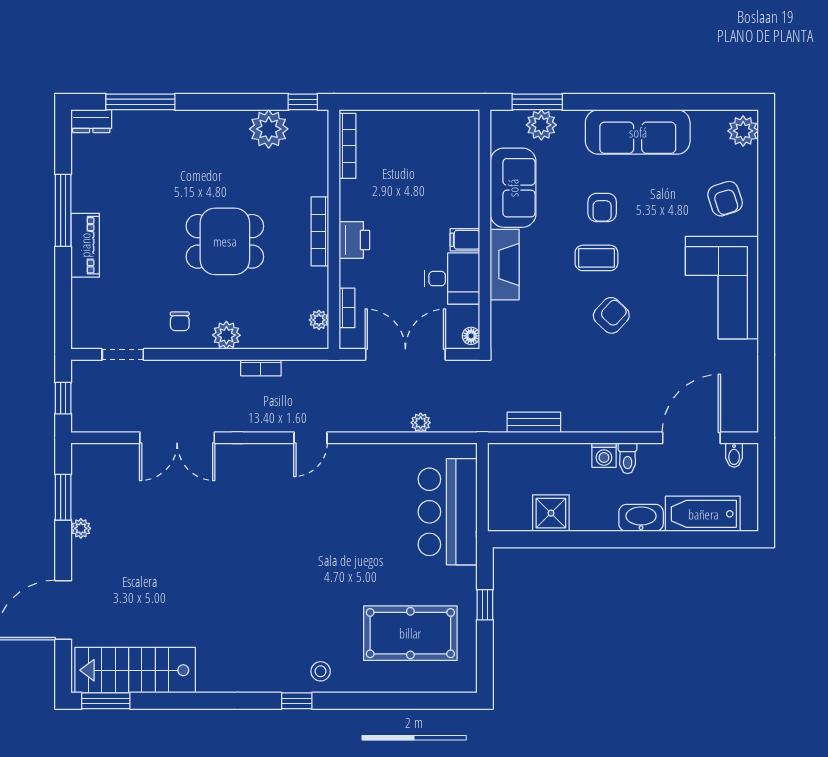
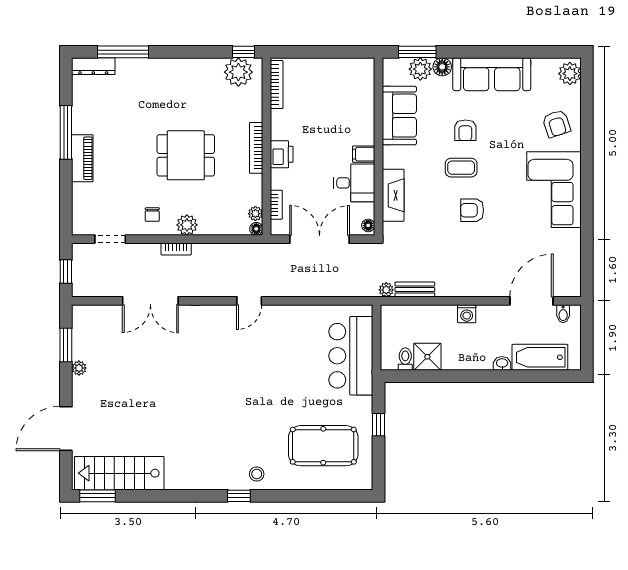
dresser: (91, 121) -> (93, 66), width x1.44
floor lamp: (571, 122) -> (442, 67), added
plant: (269, 129) -> (238, 72), moved
fireplace: (505, 265) -> (393, 195), moved
armchair: (611, 315) -> (472, 210), turned -133
floor lamp: (320, 341) -> (256, 229), added
bookcase: (261, 368) -> (176, 249), moved
plant: (421, 423) -> (386, 290), moved
toilet: (628, 458) -> (405, 359), moved, turned 180
washbasin: (641, 518) -> (502, 363), width x0.52, depth x0.69

